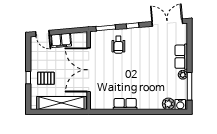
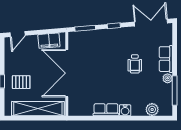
door: (42, 33) -> (18, 34), hinge flipped
filing cabinet: (61, 40) -> (49, 41), moved
wheelchair: (118, 45) -> (135, 64), moved
water cooler: (180, 105) -> (125, 110), moved

